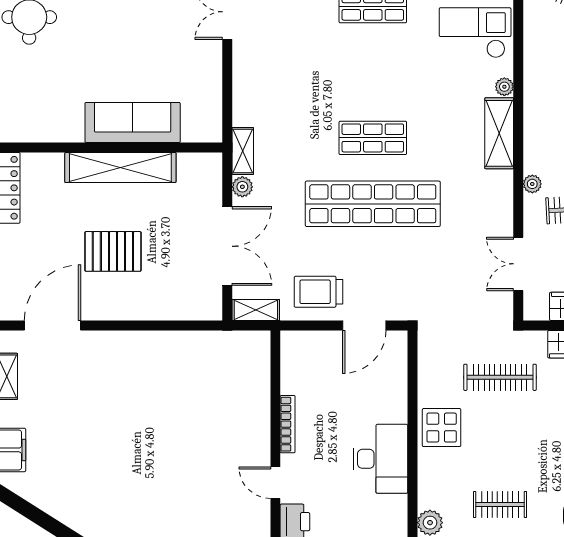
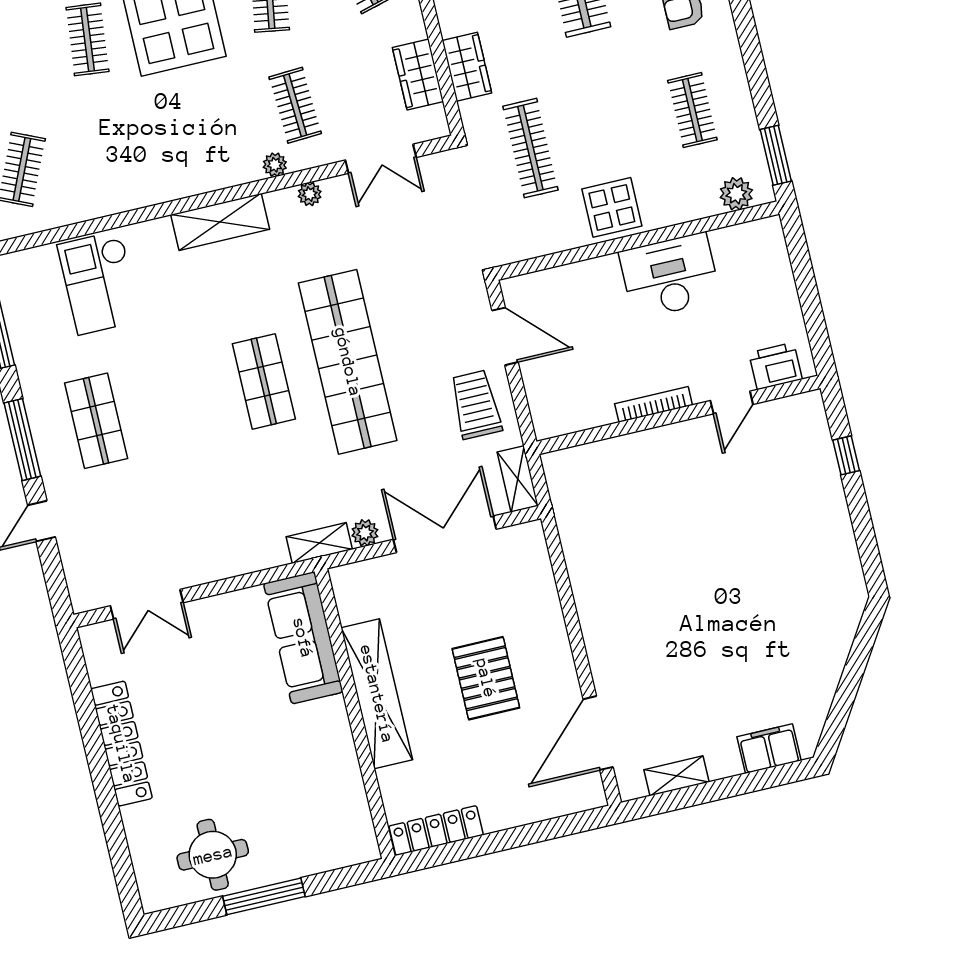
plant: (504, 87) -> (310, 194), moved
sofa: (133, 123) -> (303, 638), moved
trolley: (318, 292) -> (476, 405), turned 180
door: (52, 325) -> (598, 733), hinge flipped

